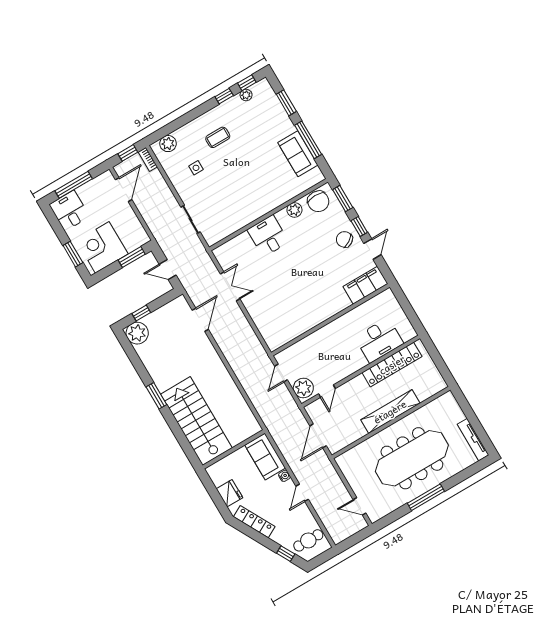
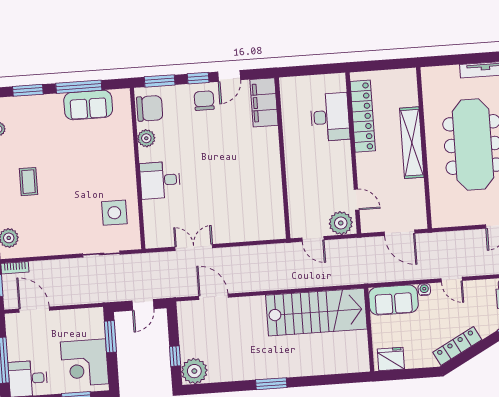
side table: (196, 168) -> (114, 213), moved, width x1.87, depth x1.87
chair: (344, 239) -> (204, 101), turned 123
door: (372, 249) -> (229, 76), swing flipped
stairs: (196, 421) -> (316, 312), moved, turned 180
fridge: (229, 493) -> (391, 359), moved

